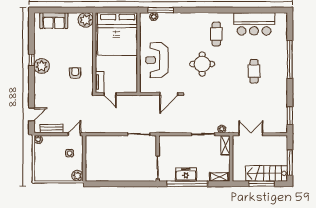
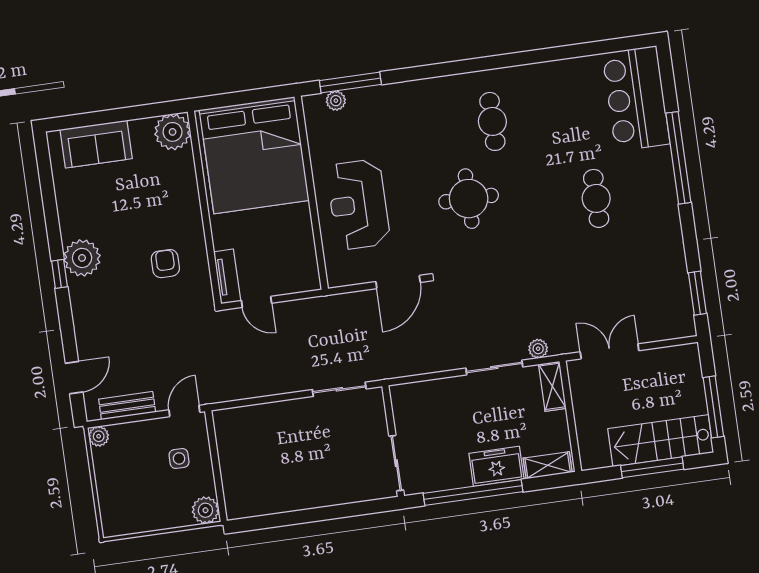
bar counter: (254, 24) -> (636, 99), moved, turned 90
window: (32, 60) -> (59, 274), moved
freezer: (186, 174) -> (496, 466), moved

